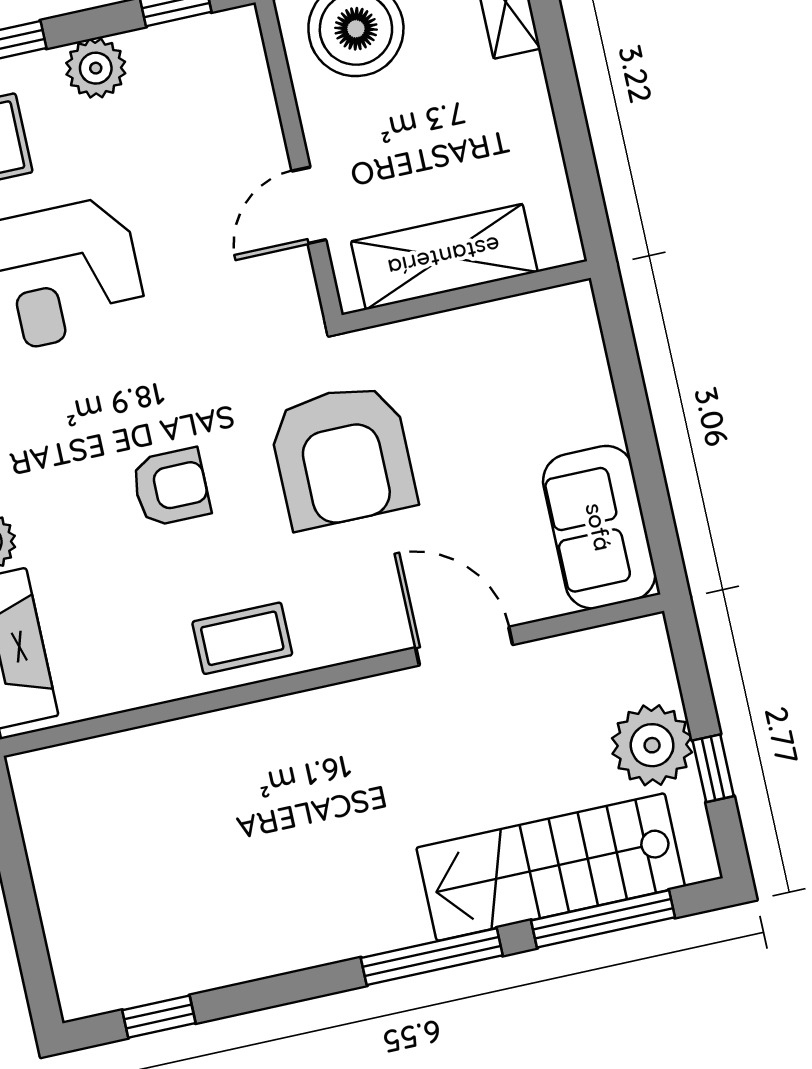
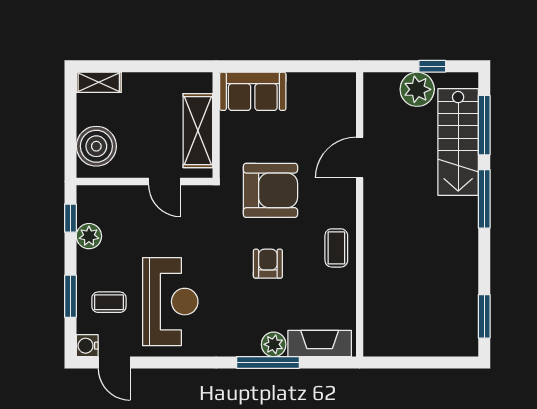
plant: (96, 68) -> (89, 236), moved
sofa: (599, 527) -> (253, 91), moved
window: (159, 1017) -> (484, 316), width x1.50

